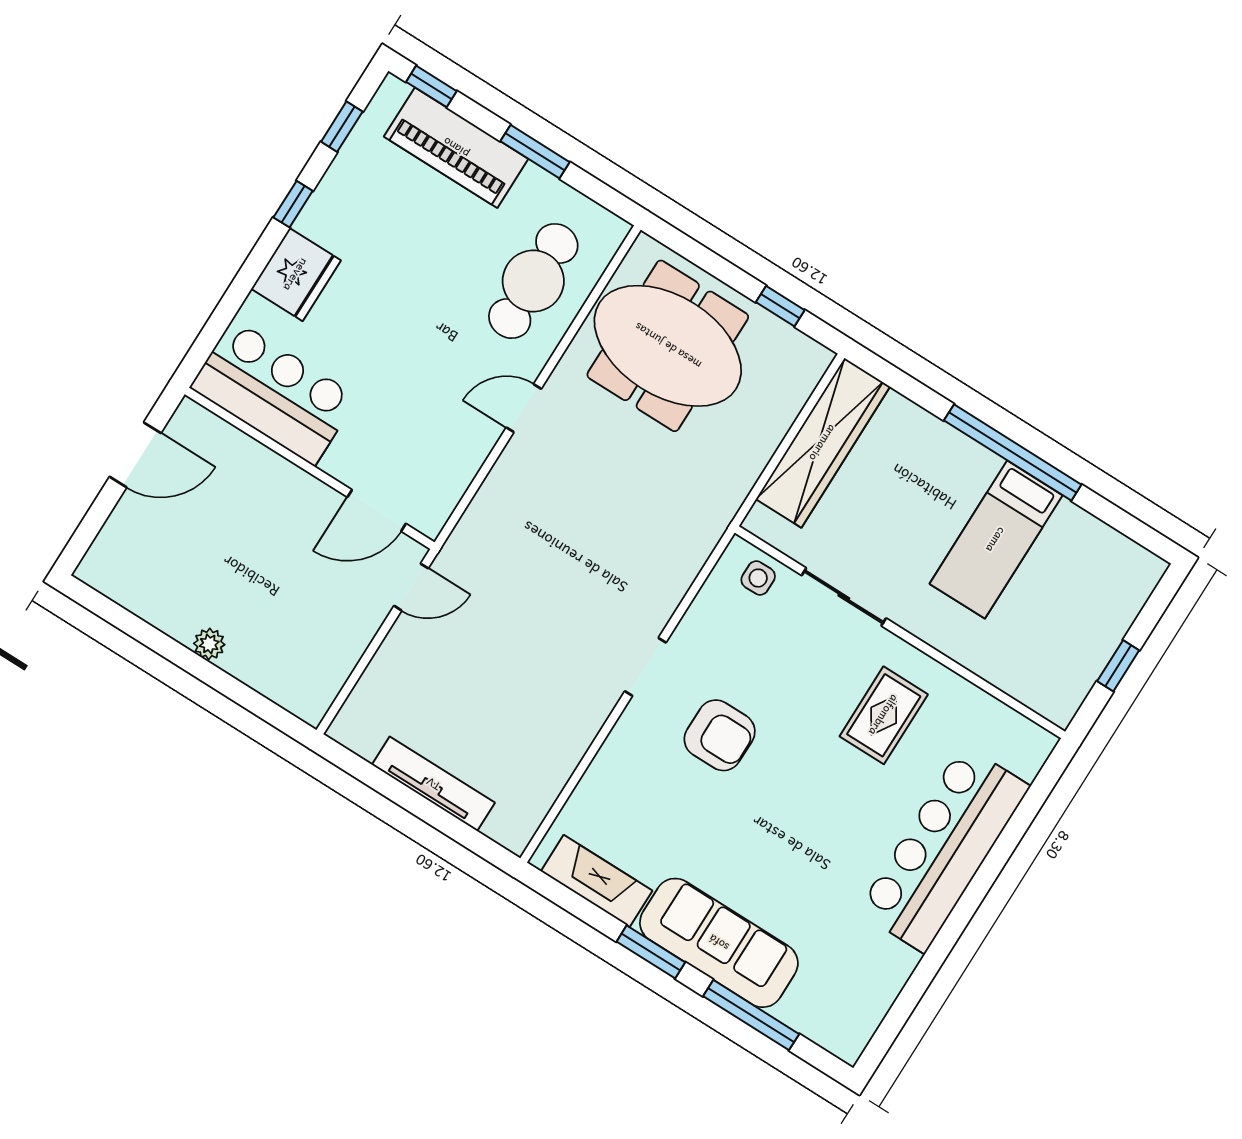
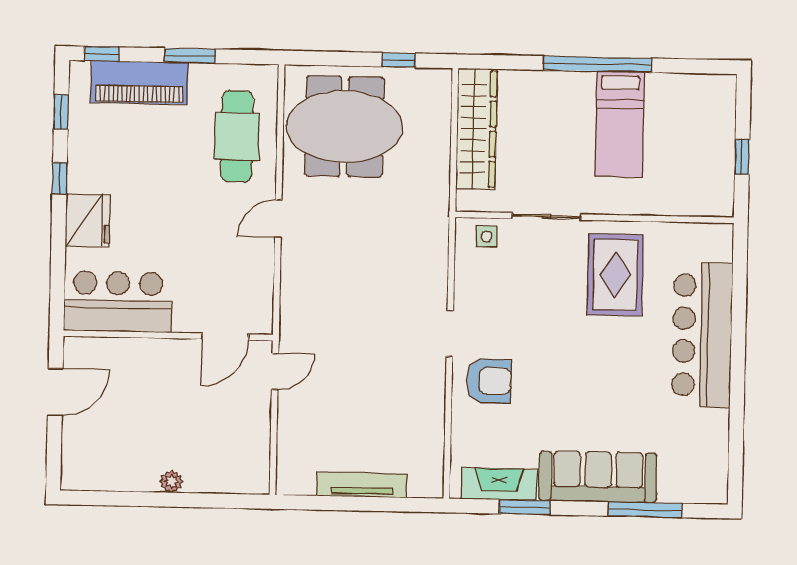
rug: (884, 715) -> (615, 275), width x1.36, depth x1.43
armchair: (720, 735) -> (489, 381), moved
window: (651, 952) -> (525, 507), moved

